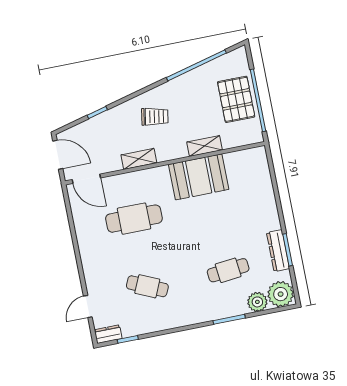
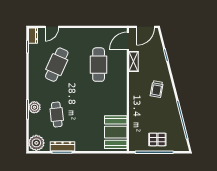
pallet: (236, 99) -> (157, 139), width x0.67, depth x0.71
shelving: (205, 146) -> (133, 115), removed
shelving: (139, 159) -> (133, 62), moved
booth: (199, 177) -> (116, 132), moved
cafe table: (147, 286) -> (57, 65), width x1.37, depth x1.35
plant: (257, 302) -> (34, 107), moved
door: (88, 306) -> (52, 27), swing flipped

